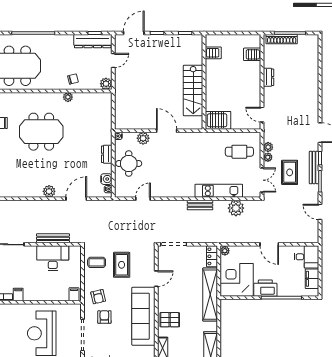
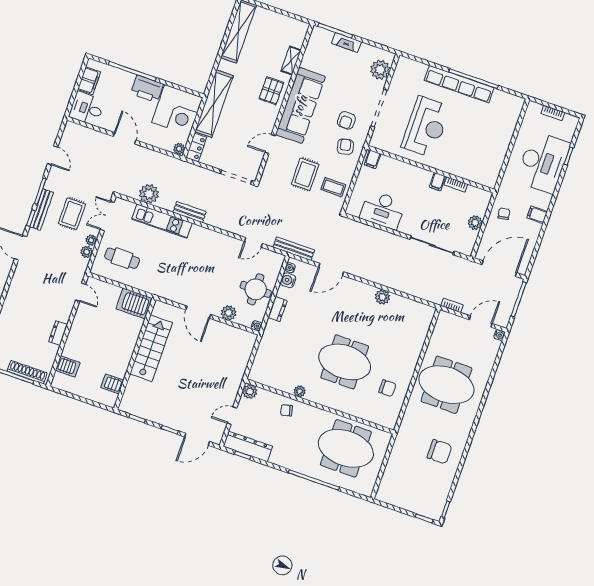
plant: (49, 191) -> (382, 297), moved
bench: (53, 238) -> (294, 249), moved
pallet: (170, 320) -> (271, 91), turned 90

